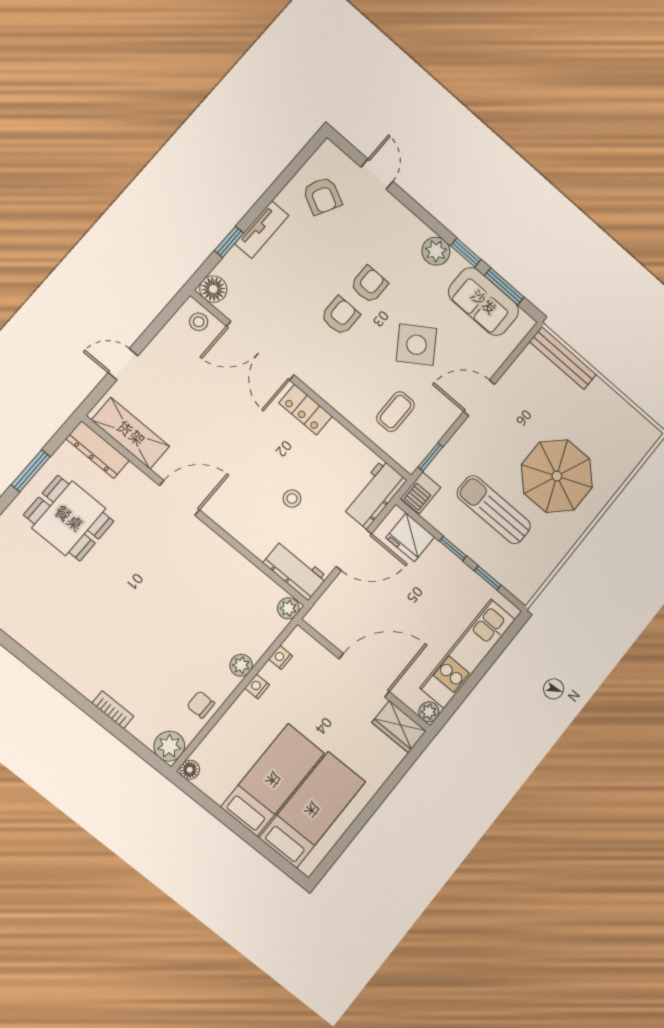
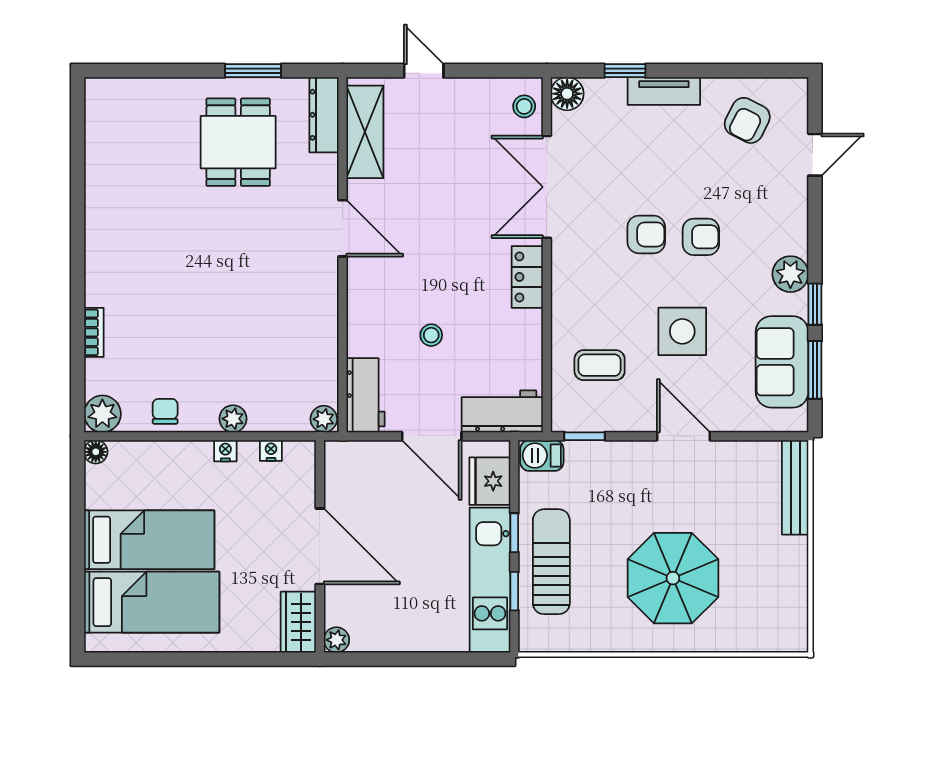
side table: (416, 345) -> (682, 331), turned 34
sun lounger: (494, 510) -> (551, 562), moved
kitchen unit: (468, 654) -> (490, 580), moved, turned -90

